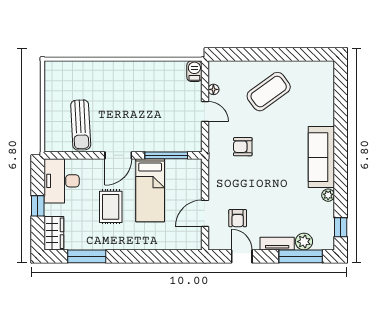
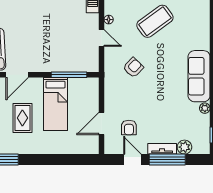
armchair: (243, 147) -> (133, 67), turned 134
door: (118, 155) -> (17, 75), moved
window: (301, 256) -> (167, 159), moved

